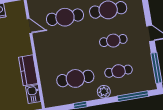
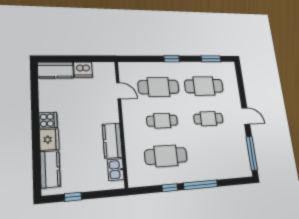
cafe table: (118, 71) -> (162, 121), moved
plant: (104, 92) -> (197, 174), removed
window: (133, 96) -> (201, 185), moved

